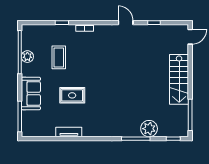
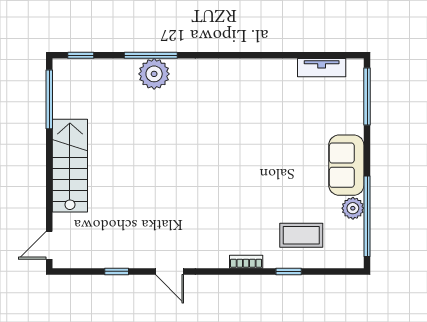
coffee table: (59, 57) -> (301, 235), moved, turned 90
sofa: (31, 93) -> (346, 165), moved
rug: (72, 95) -> (269, 136), removed
plant: (149, 129) -> (154, 74), moved
tv unit: (69, 132) -> (322, 68), moved

